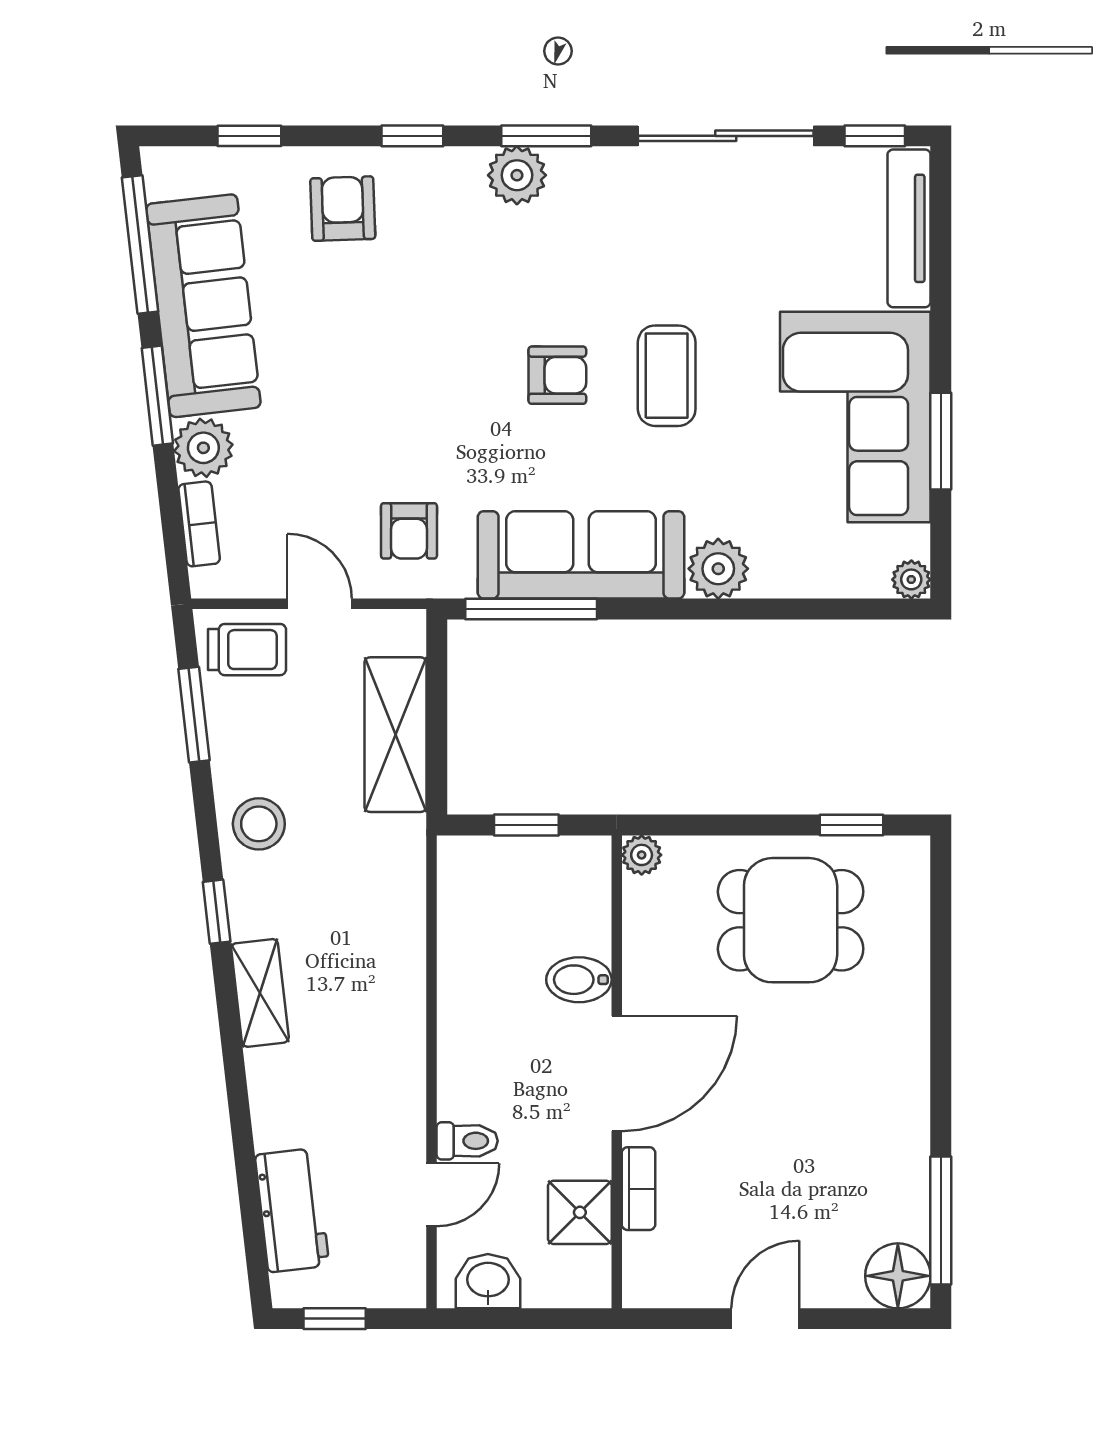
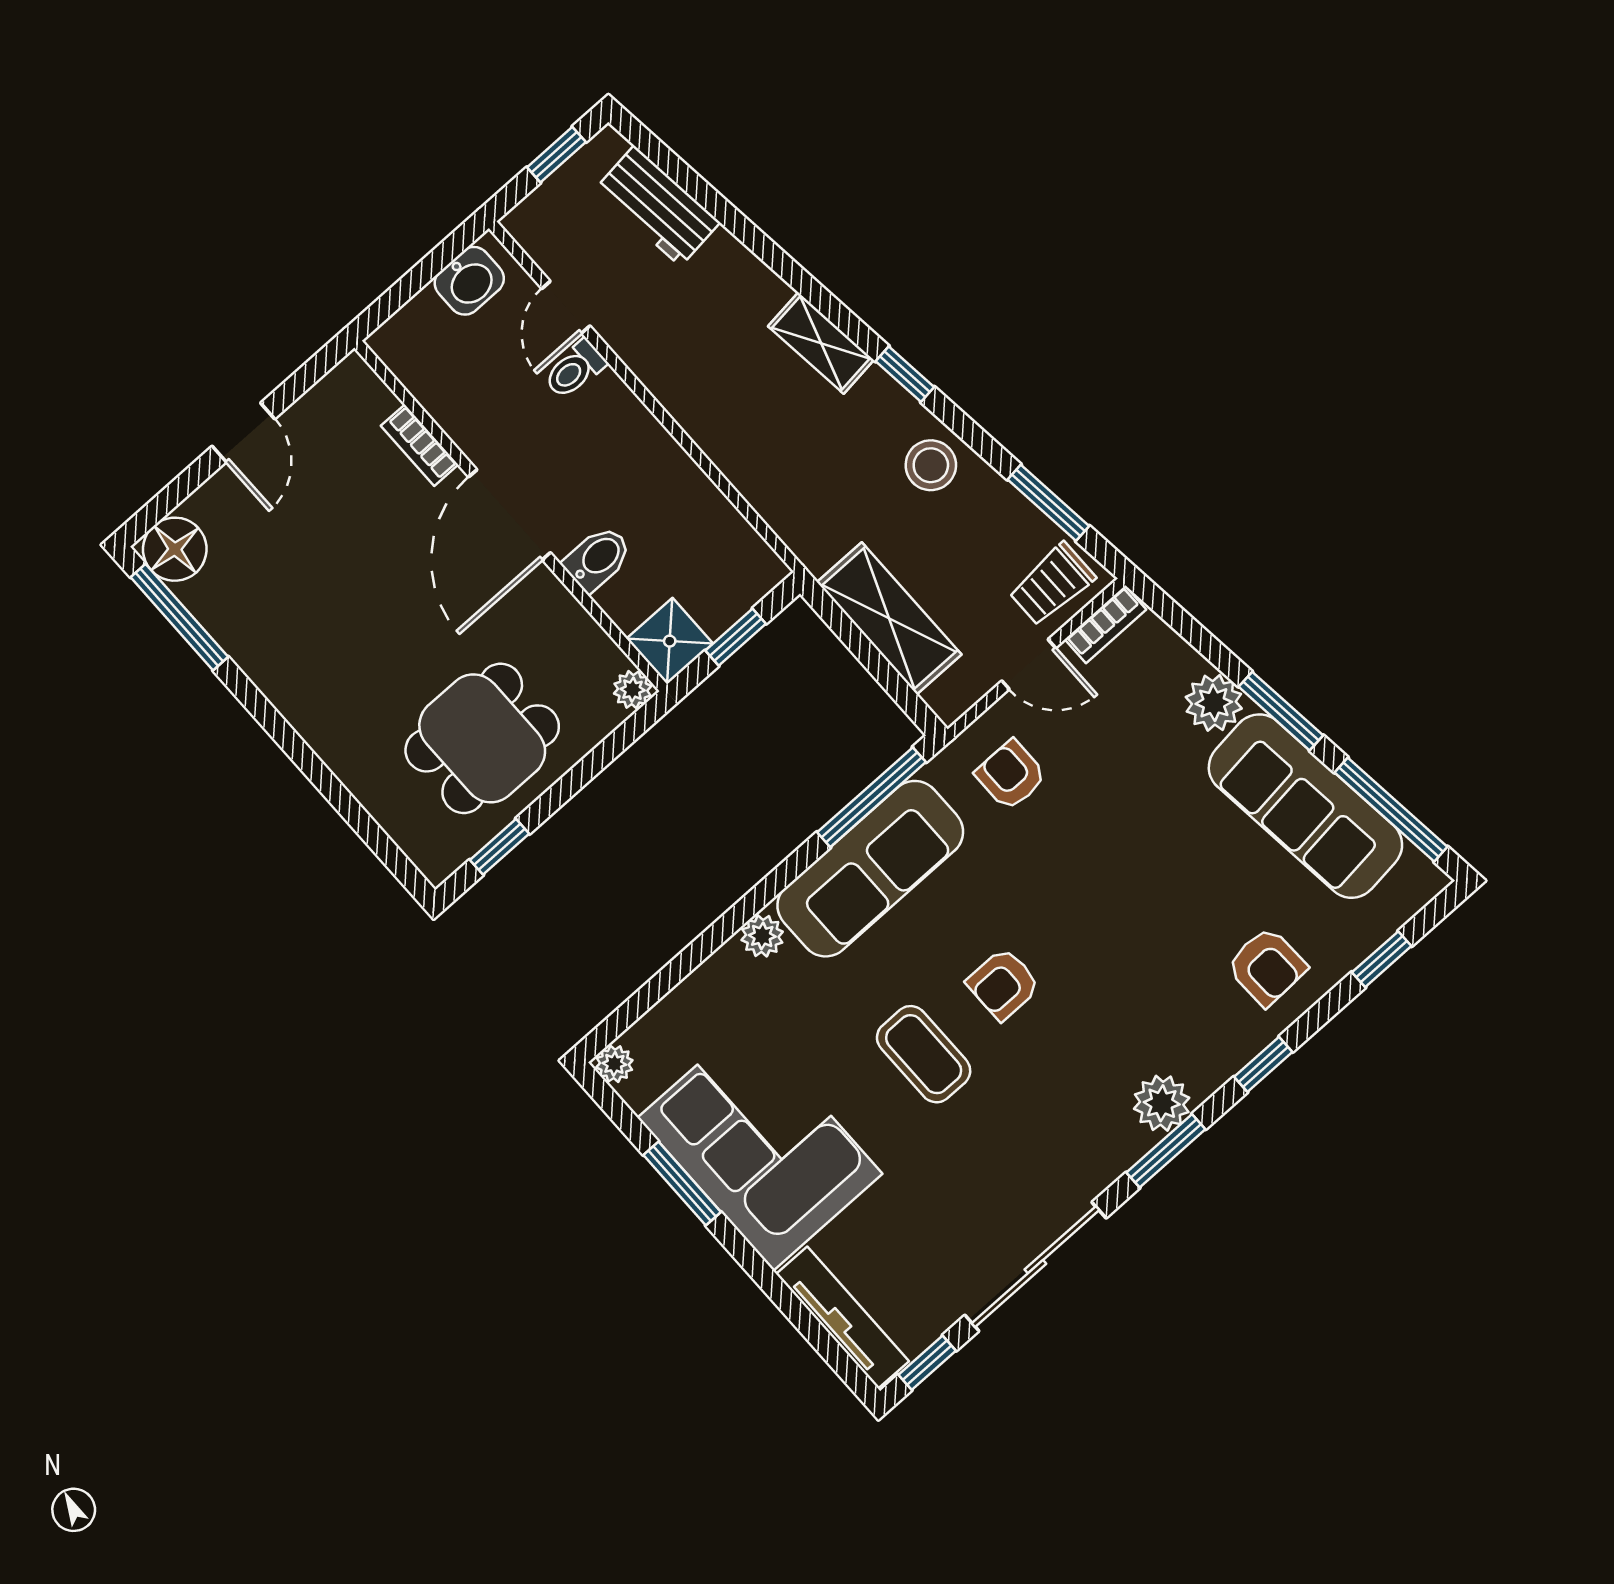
bookcase: (199, 524) -> (1106, 624), moved, turned -83
plant: (718, 569) -> (762, 936), width x0.73, depth x0.73
shower: (580, 1212) -> (670, 641), moved

